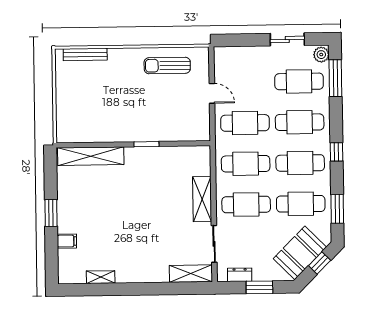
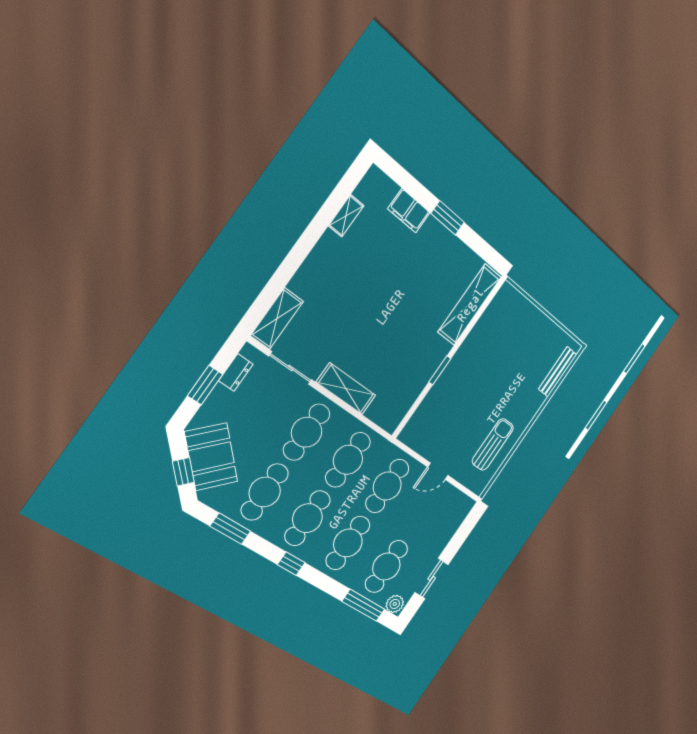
filing cabinet: (67, 241) -> (409, 211), width x2.00

